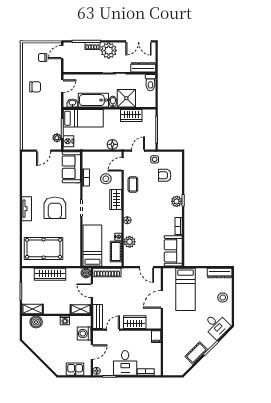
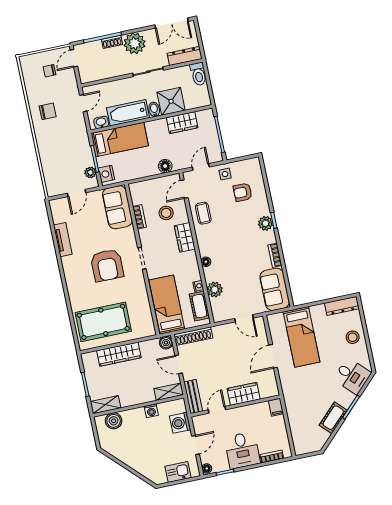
tv unit: (27, 209) -> (63, 240), moved

